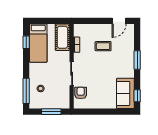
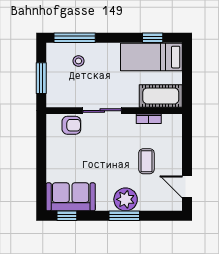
plant: (127, 59) -> (126, 199), added

